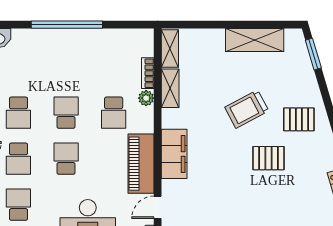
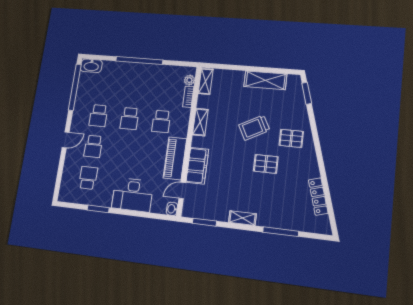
shelving: (170, 88) -> (200, 122), moved
plant: (146, 98) -> (189, 80), moved
school desk: (66, 113) -> (130, 118), turned 180
filing cabinet: (174, 154) -> (197, 166), moved
school desk: (66, 159) -> (125, 150), removed

